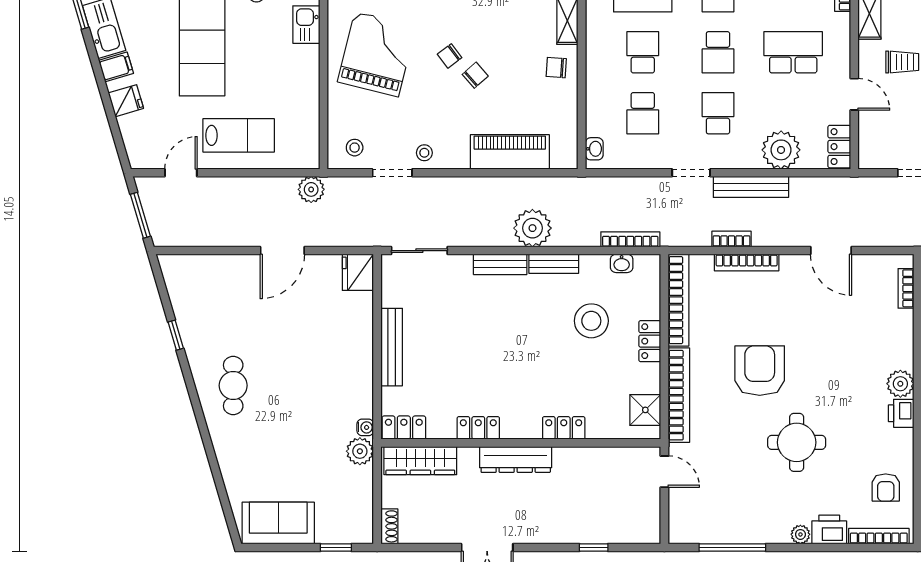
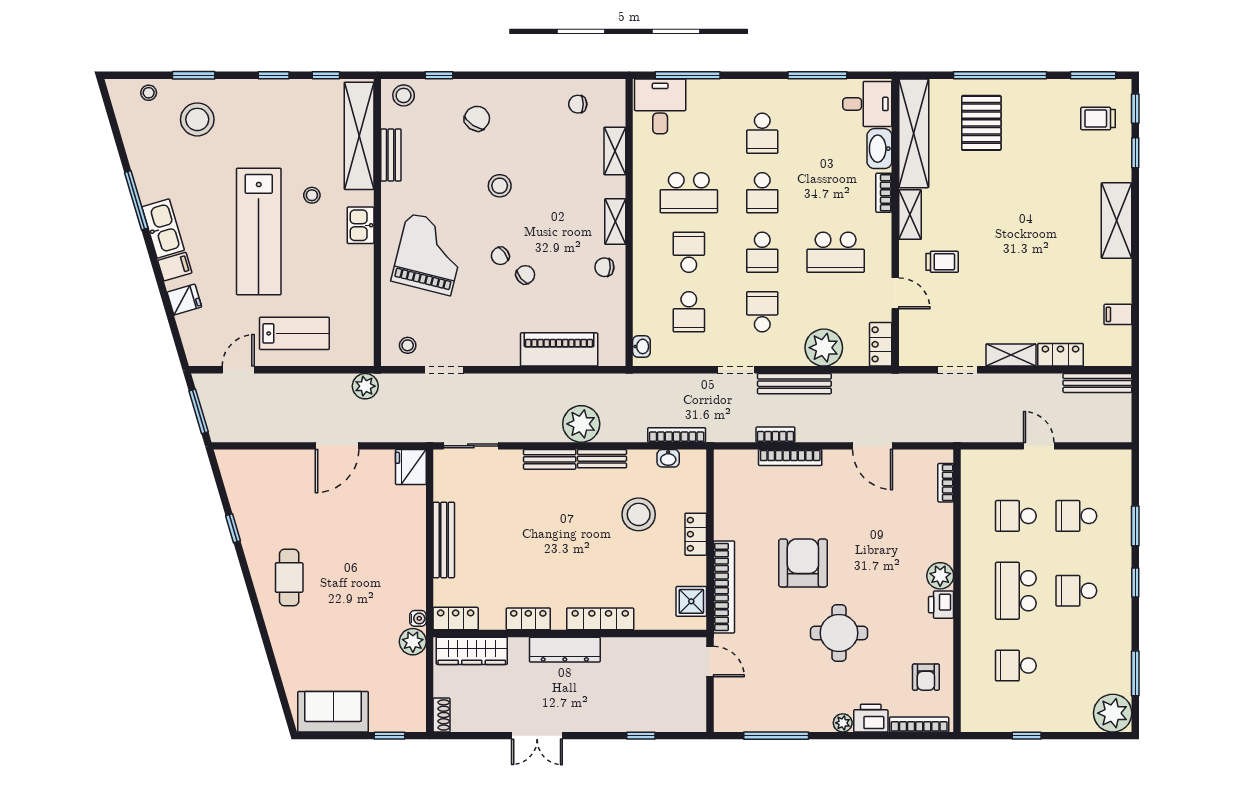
school desk: (793, 52) -> (836, 252), turned 180
stool: (424, 153) -> (476, 350), removed
bookcase: (678, 300) -> (724, 494), removed
locker: (564, 428) -> (600, 619), width x1.53

